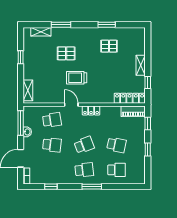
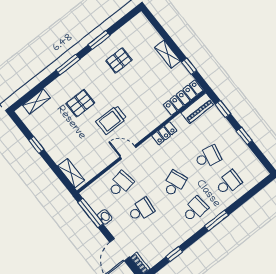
window: (61, 25) -> (68, 65), moved
locker: (91, 110) -> (164, 133), moved

